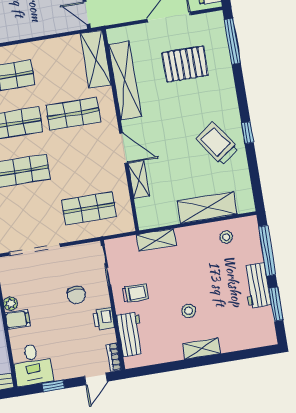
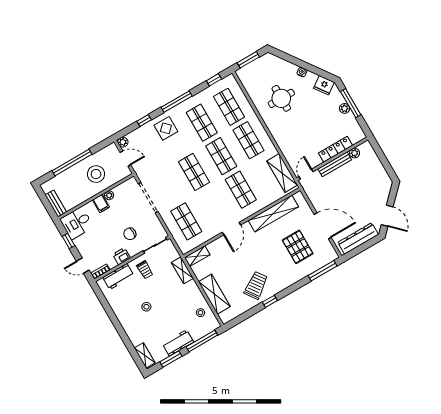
shelving: (96, 59) -> (282, 173), moved, turned 90
shelving: (139, 180) -> (197, 256), moved
shelving: (201, 349) -> (145, 355), moved

